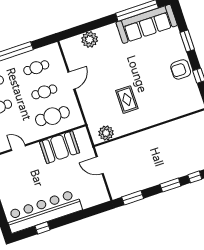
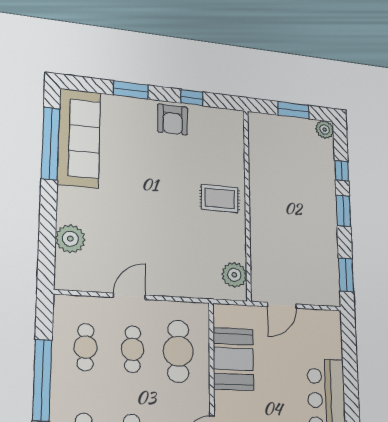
door: (71, 81) -> (129, 296), hinge flipped
rug: (127, 100) -> (220, 198), moved

